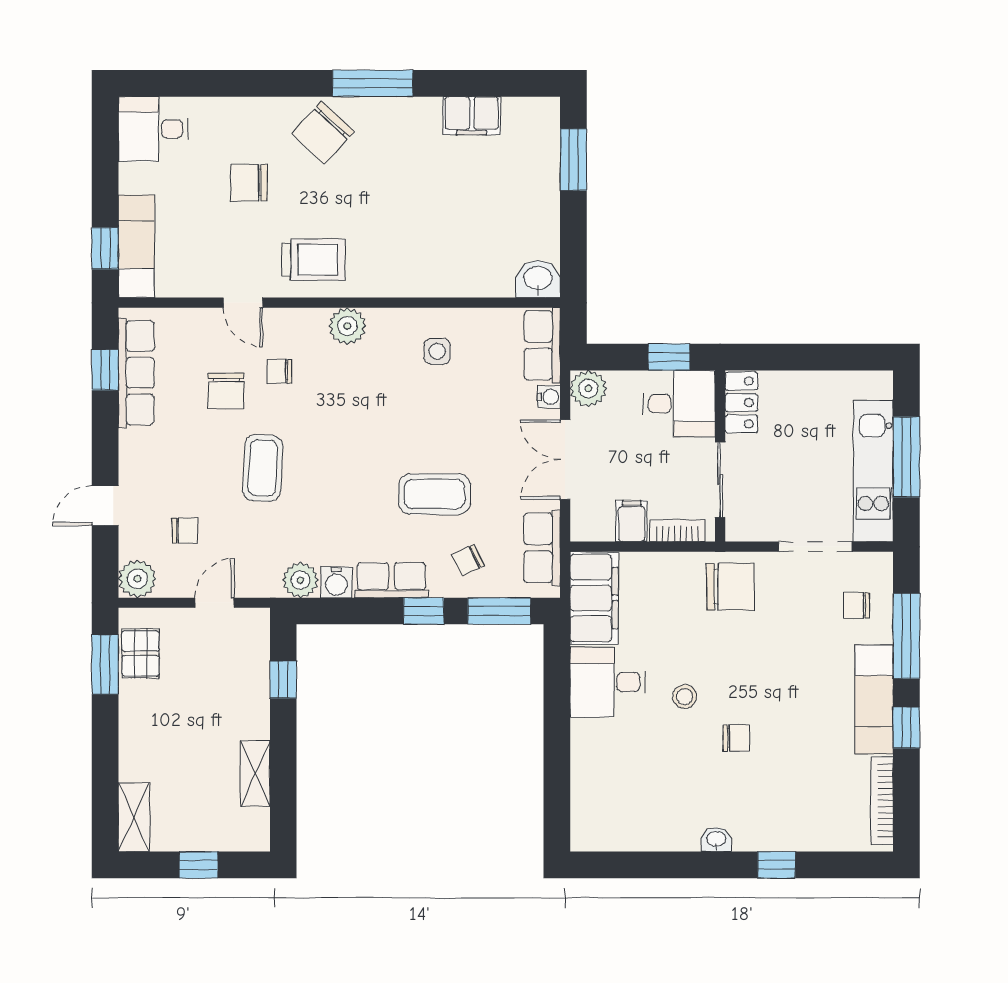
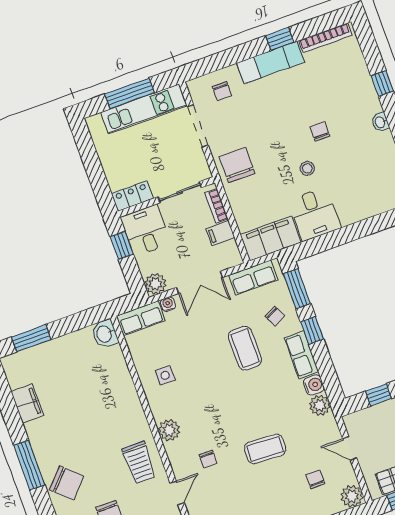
trolley: (313, 260) -> (139, 462), turned 180
chair: (226, 391) -> (230, 485), removed
window: (906, 636) -> (229, 57), removed

